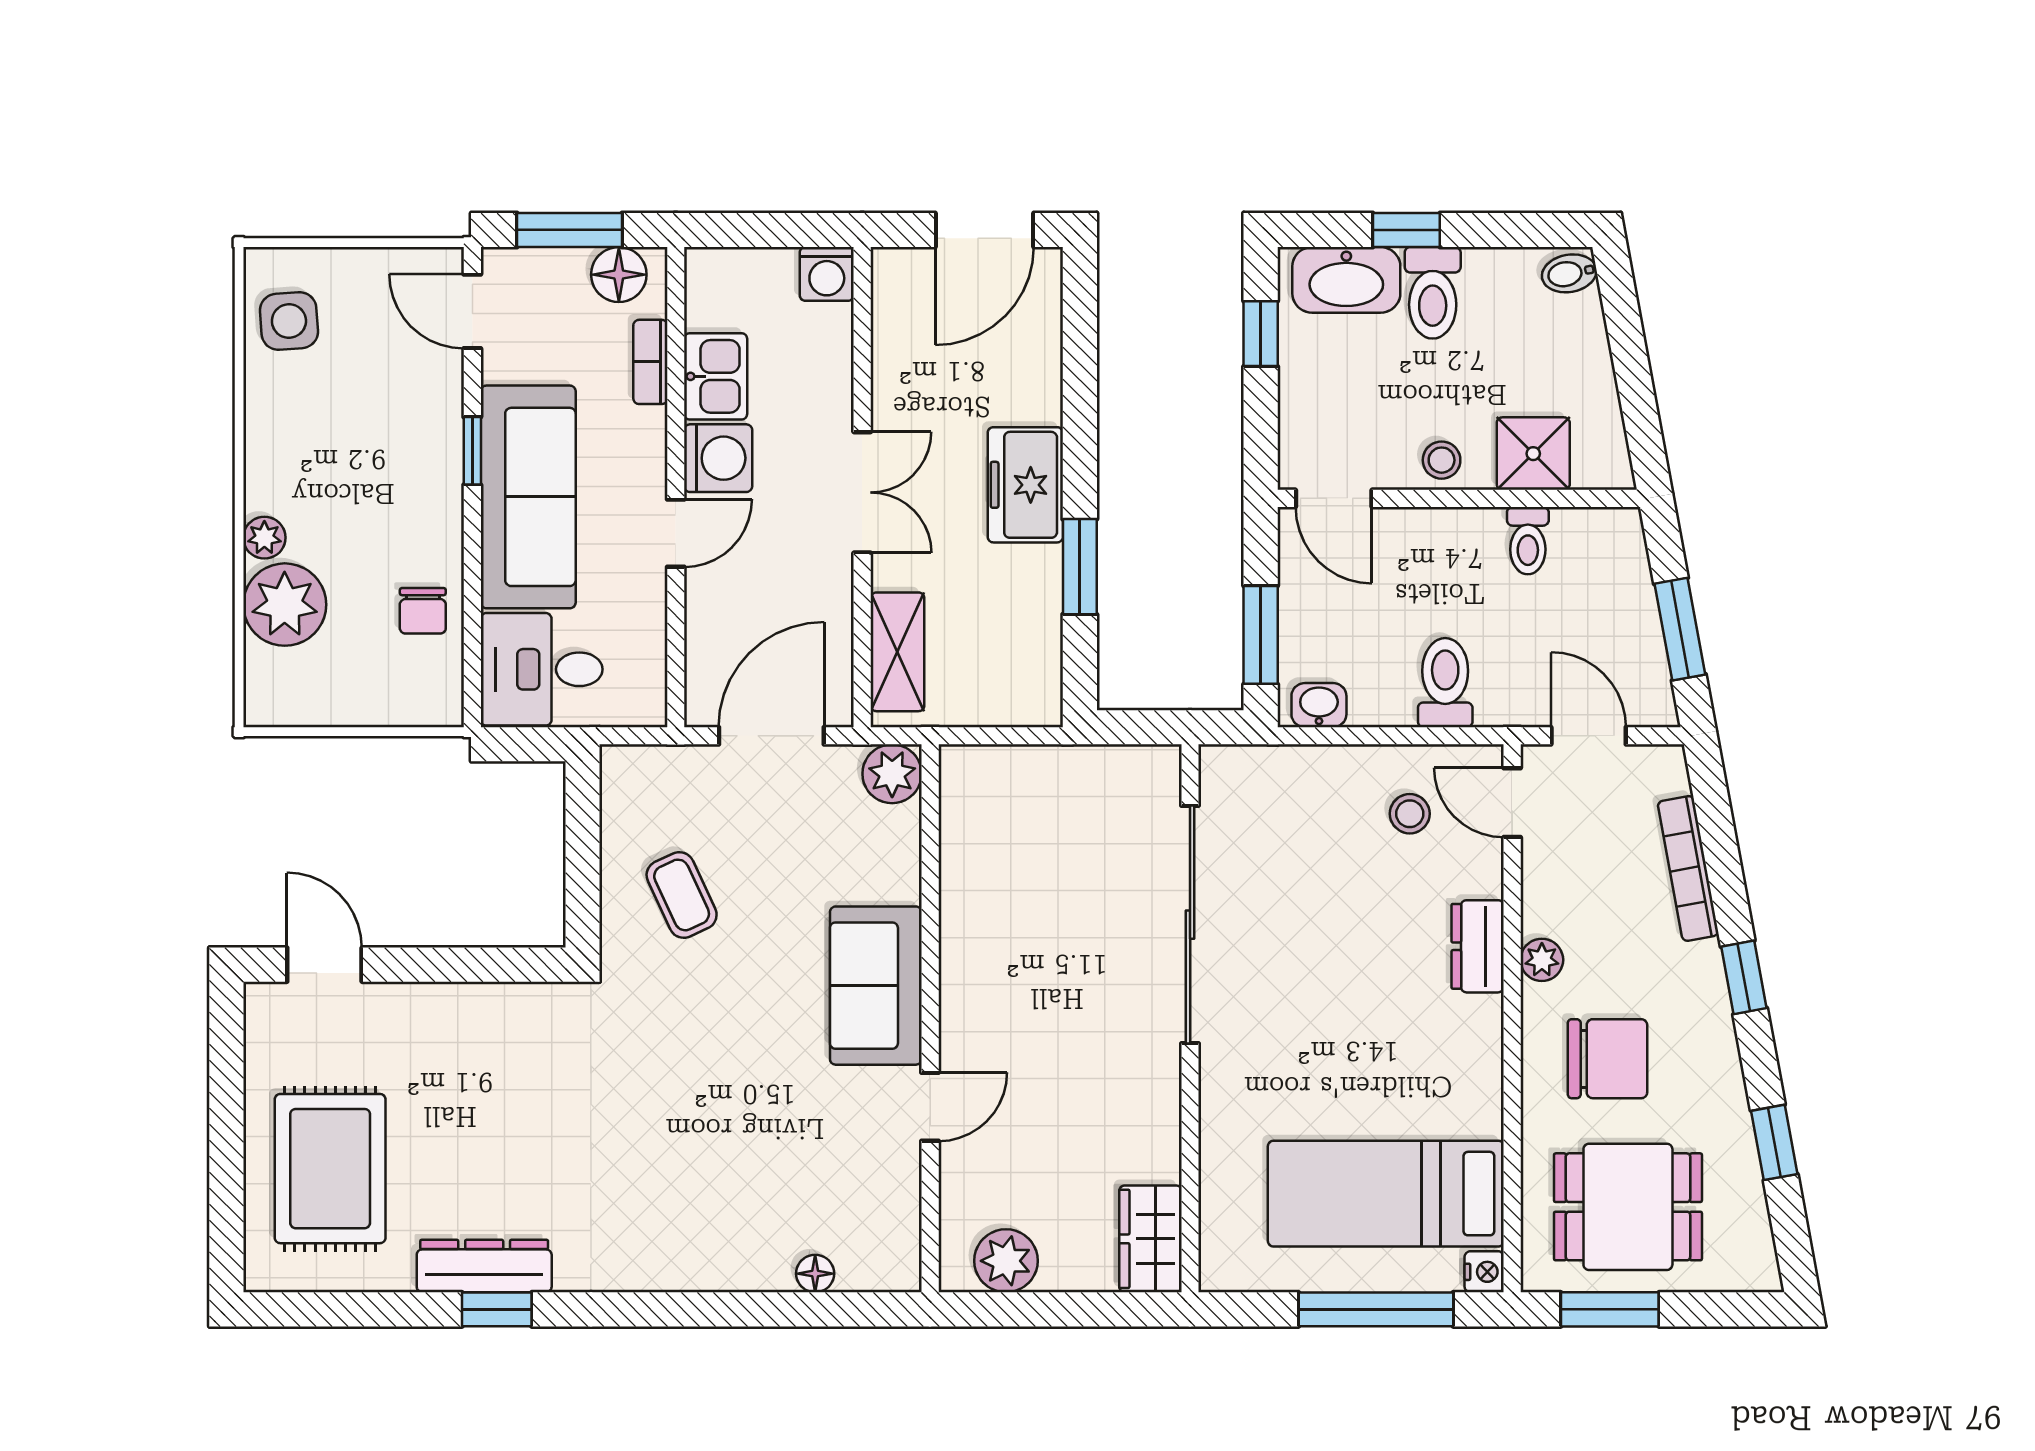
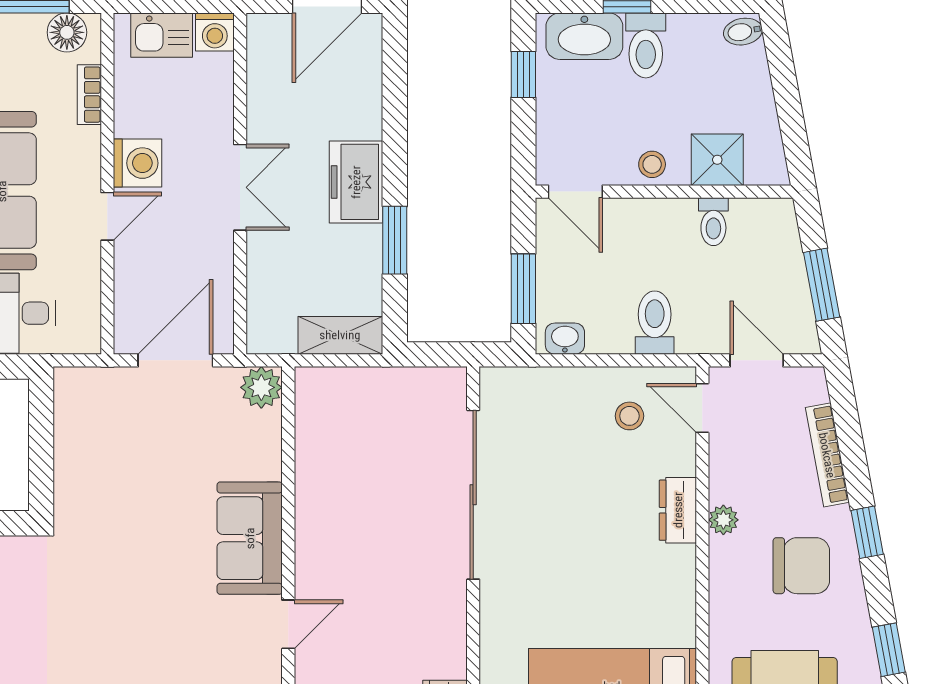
kitchen sink: (716, 376) -> (162, 35), moved, turned 90
shelving: (897, 652) -> (340, 335), moved, turned 90
coffee table: (682, 895) -> (112, 474), removed
chair: (1607, 1059) -> (801, 566), moved

